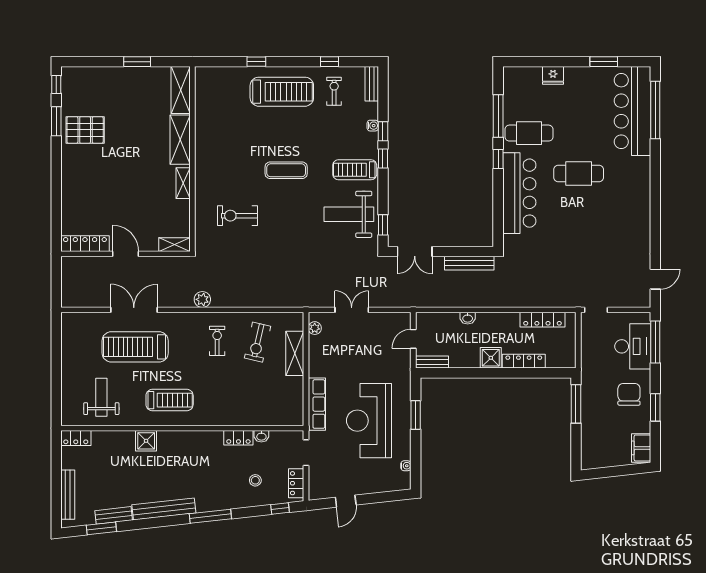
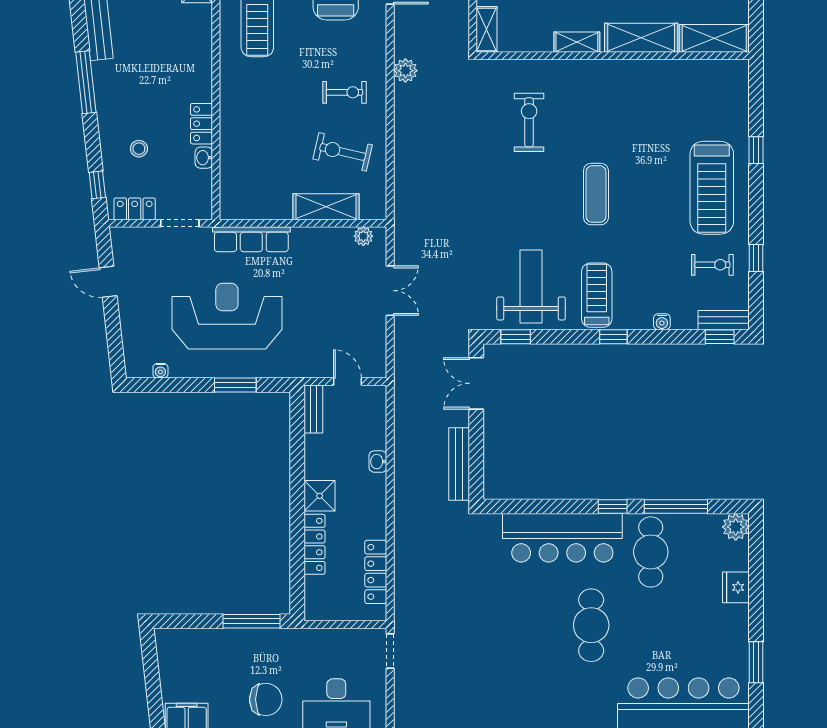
plant: (512, 75) -> (736, 527), added
window: (383, 131) -> (720, 337), moved

